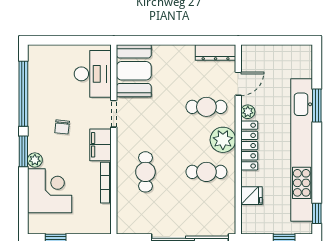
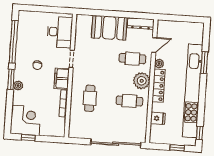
booth: (134, 71) -> (109, 28), moved, turned 90
corner desk: (50, 191) -> (25, 120), moved

